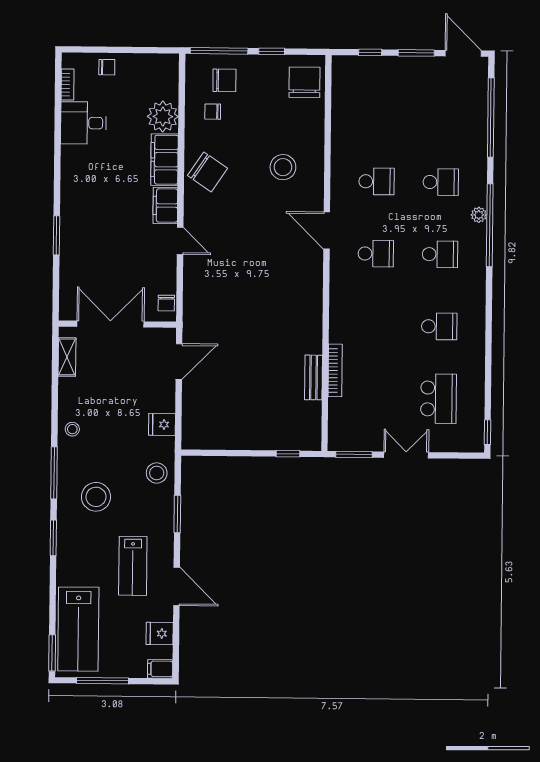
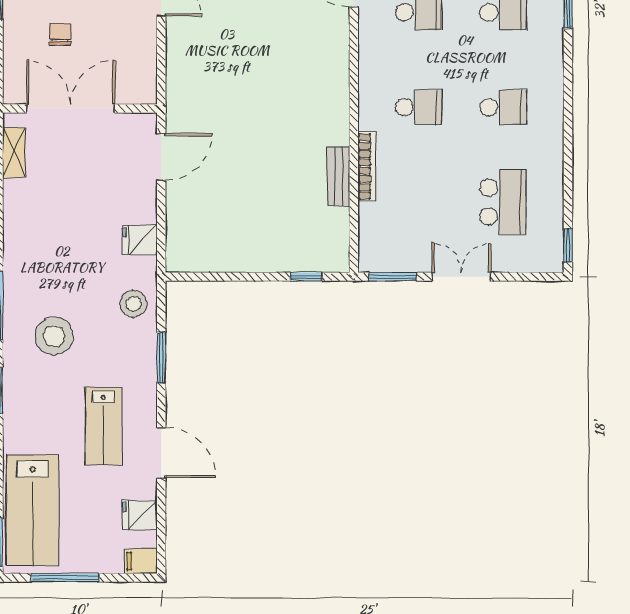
chair: (166, 303) -> (60, 34), moved, turned 180
school desk: (375, 326) -> (419, 107), added
stool: (72, 429) -> (22, 247), removed

